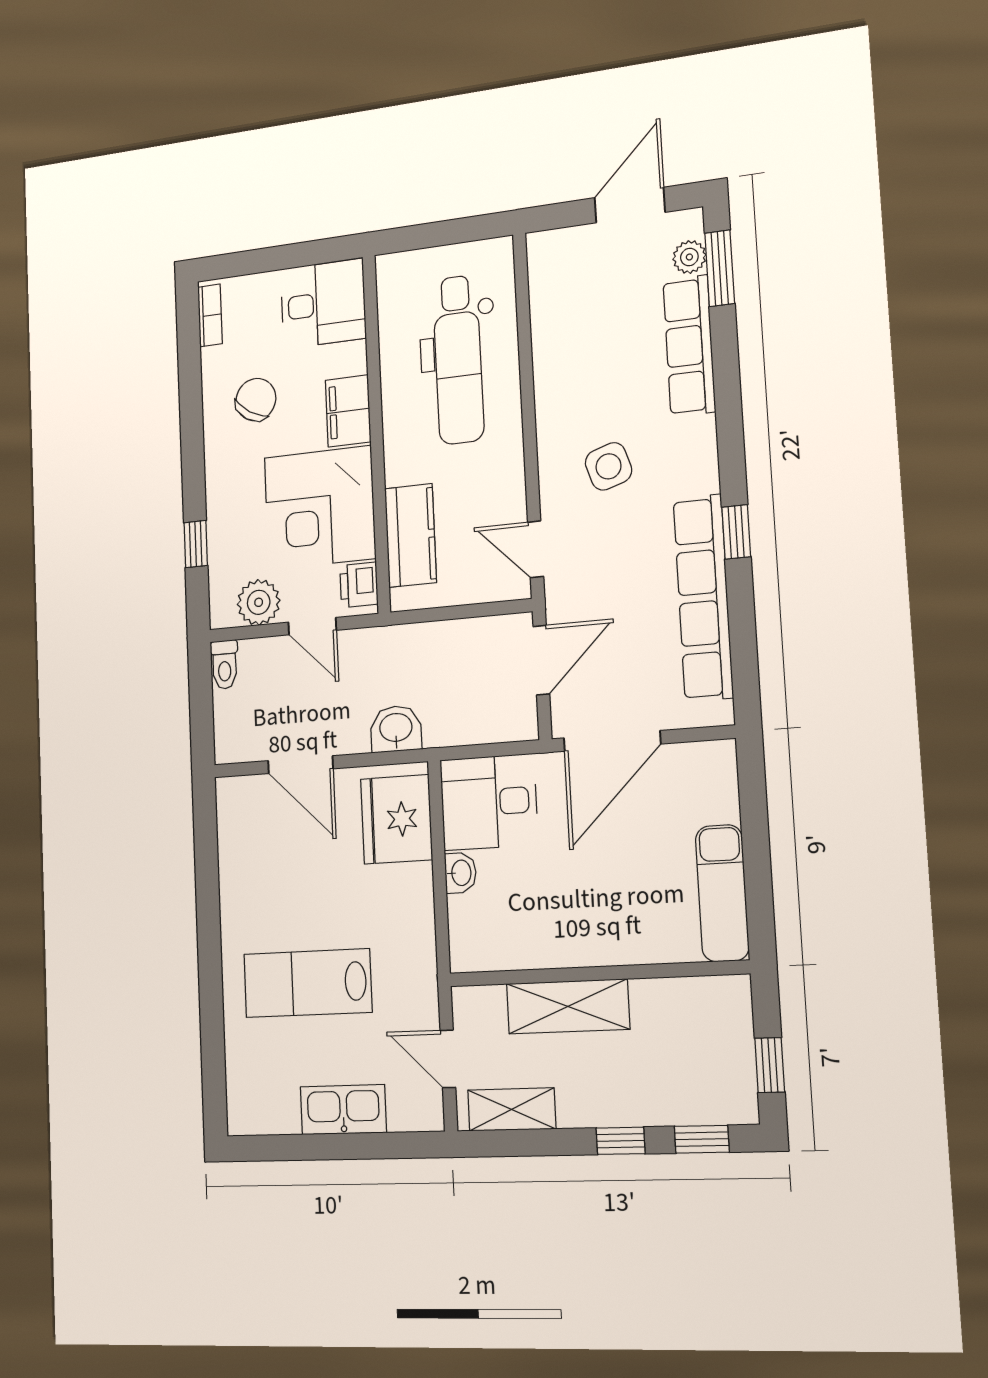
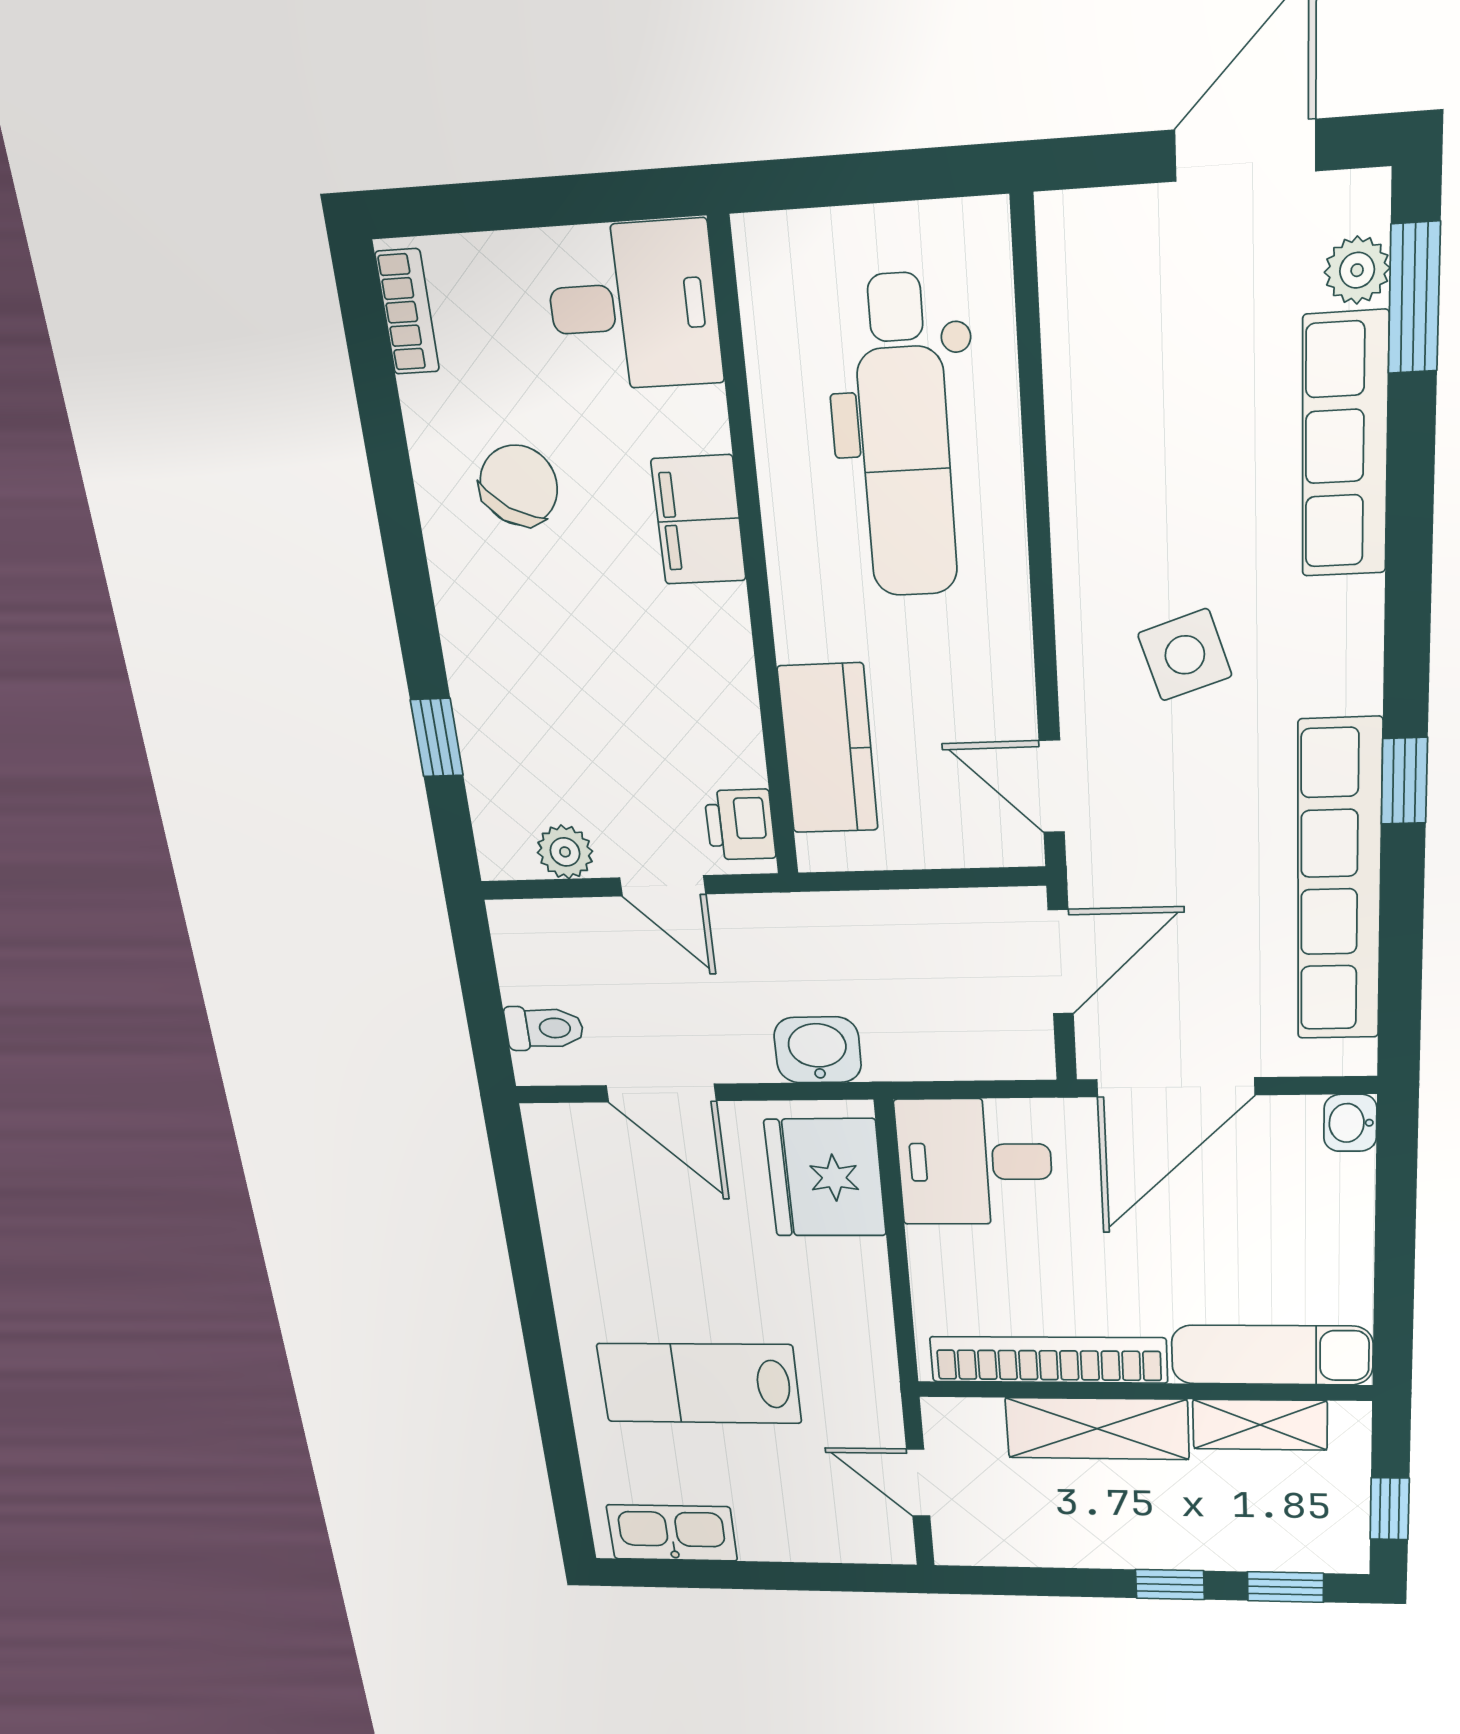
corner desk: (320, 508) -> (659, 691), removed
plant: (259, 602) -> (565, 852), width x0.73, depth x0.73
toilet: (224, 665) -> (544, 1028), moved, turned -90
washbasin: (460, 873) -> (1350, 1123), moved, turned 180
exam couch: (722, 893) -> (1272, 1355), moved, turned 90
bookcase: (535, 951) -> (1048, 1360), added
shelving: (512, 1109) -> (1260, 1425), moved
kitchen sink: (343, 1110) -> (672, 1533), moved

